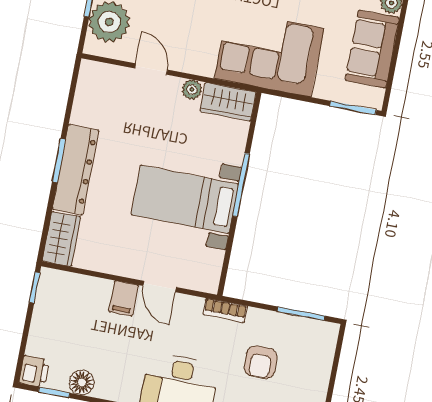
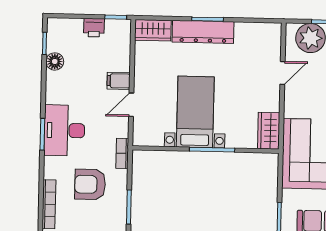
plant: (192, 90) -> (273, 104), removed
armchair: (261, 362) -> (90, 184), width x1.38, depth x1.38
printer: (34, 371) -> (94, 28), moved

